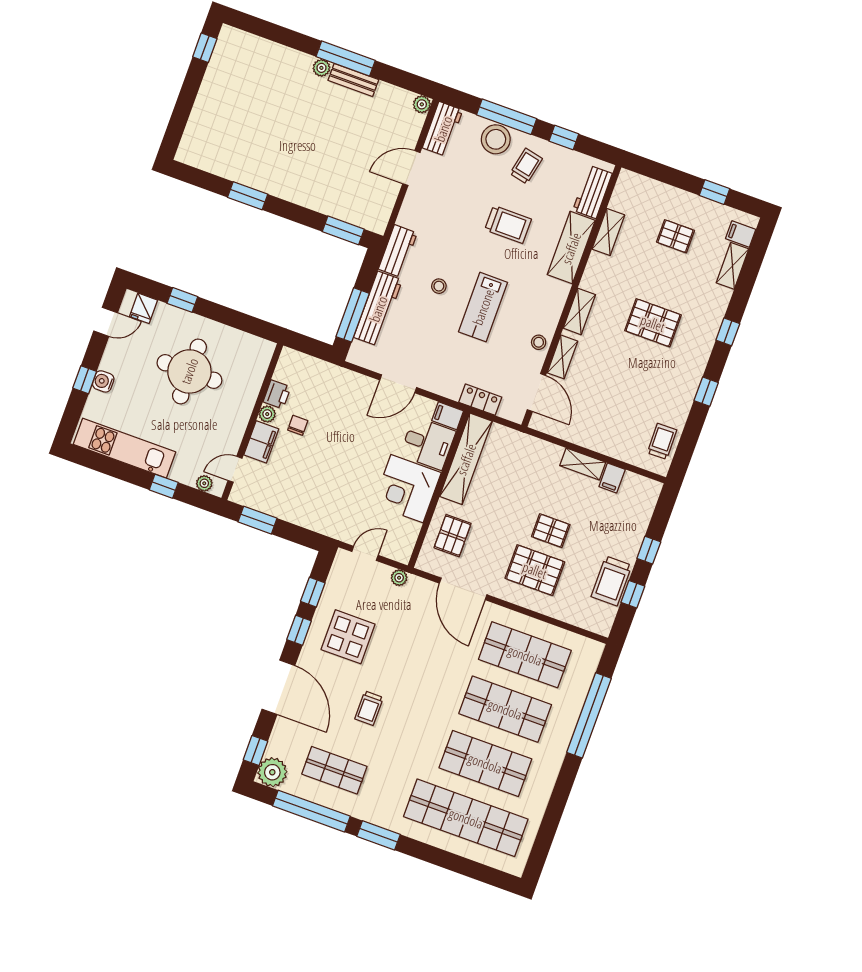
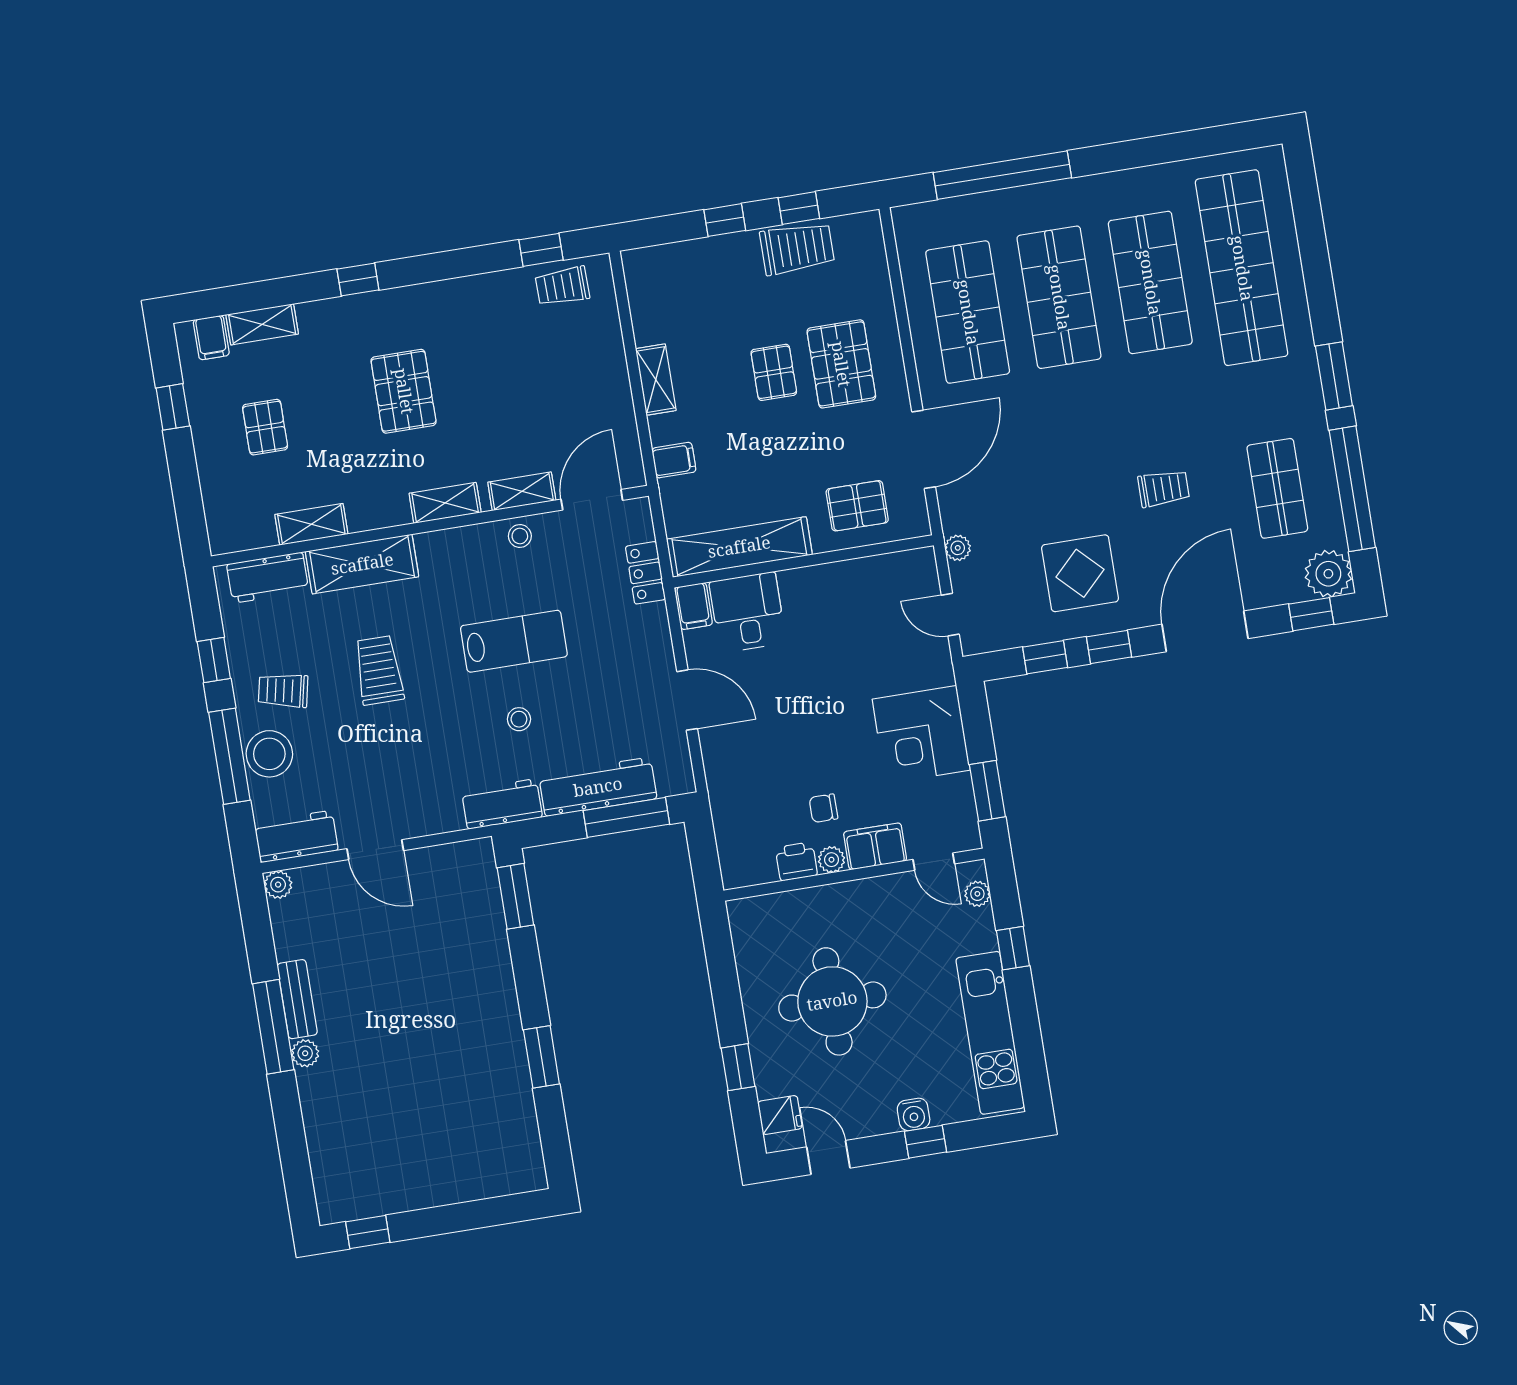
window: (706, 392) -> (541, 250), moved
filing cabinet: (612, 478) -> (674, 460), moved
corner desk: (407, 489) -> (921, 735), moved, turned 90

